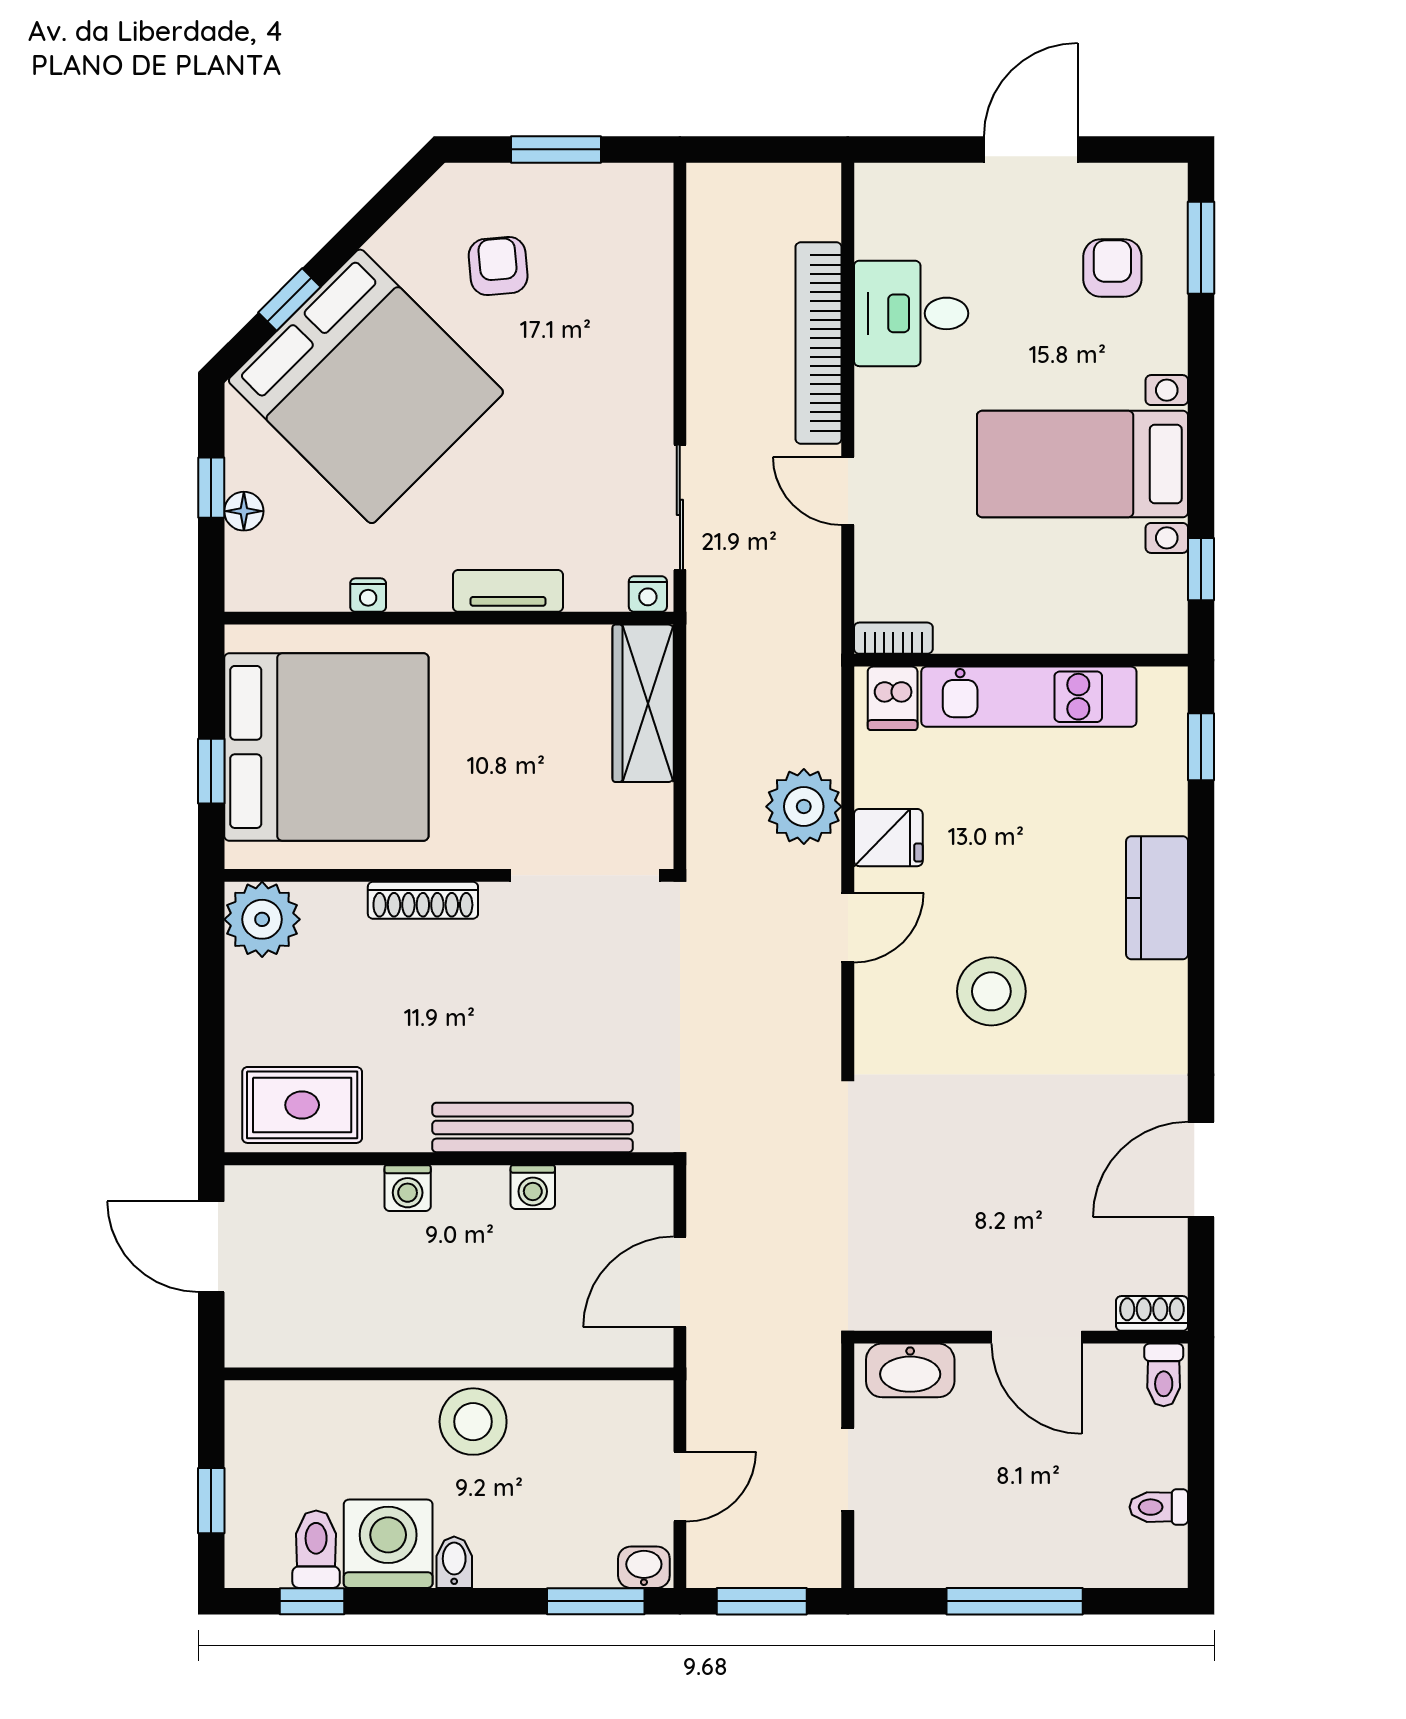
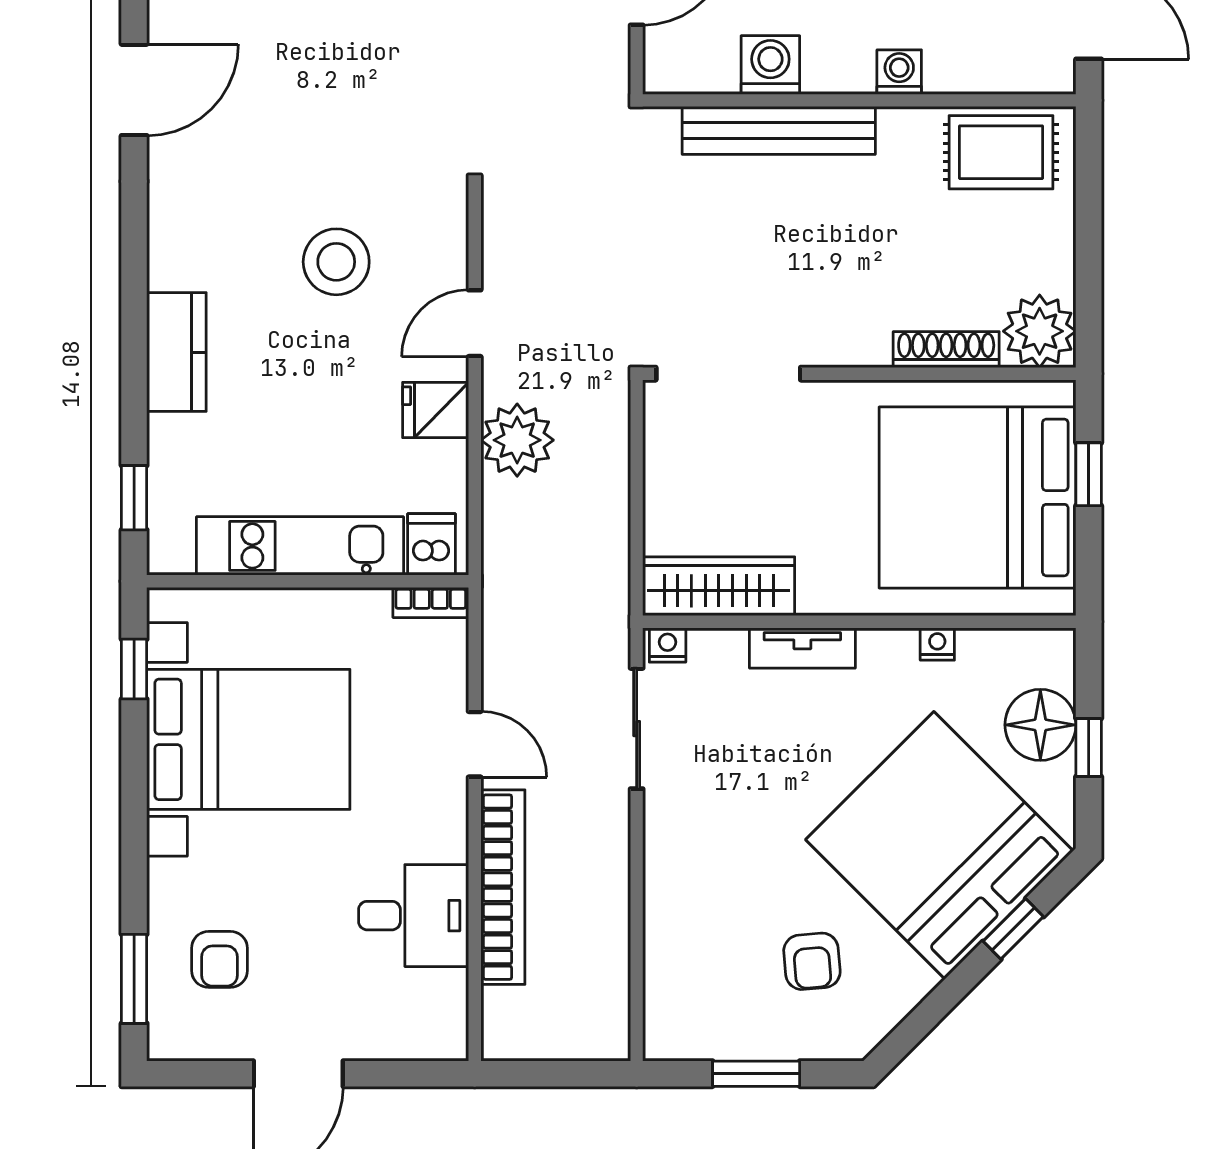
bed with nightstands: (1083, 464) -> (248, 739), width x1.36
floor lamp: (244, 511) -> (1040, 725), width x1.89, depth x1.89
wardrobe: (643, 703) -> (719, 586), moved, turned -90
shoe rack: (423, 900) -> (946, 350), moved
washing machine: (533, 1187) -> (770, 65), width x1.38, depth x1.38

